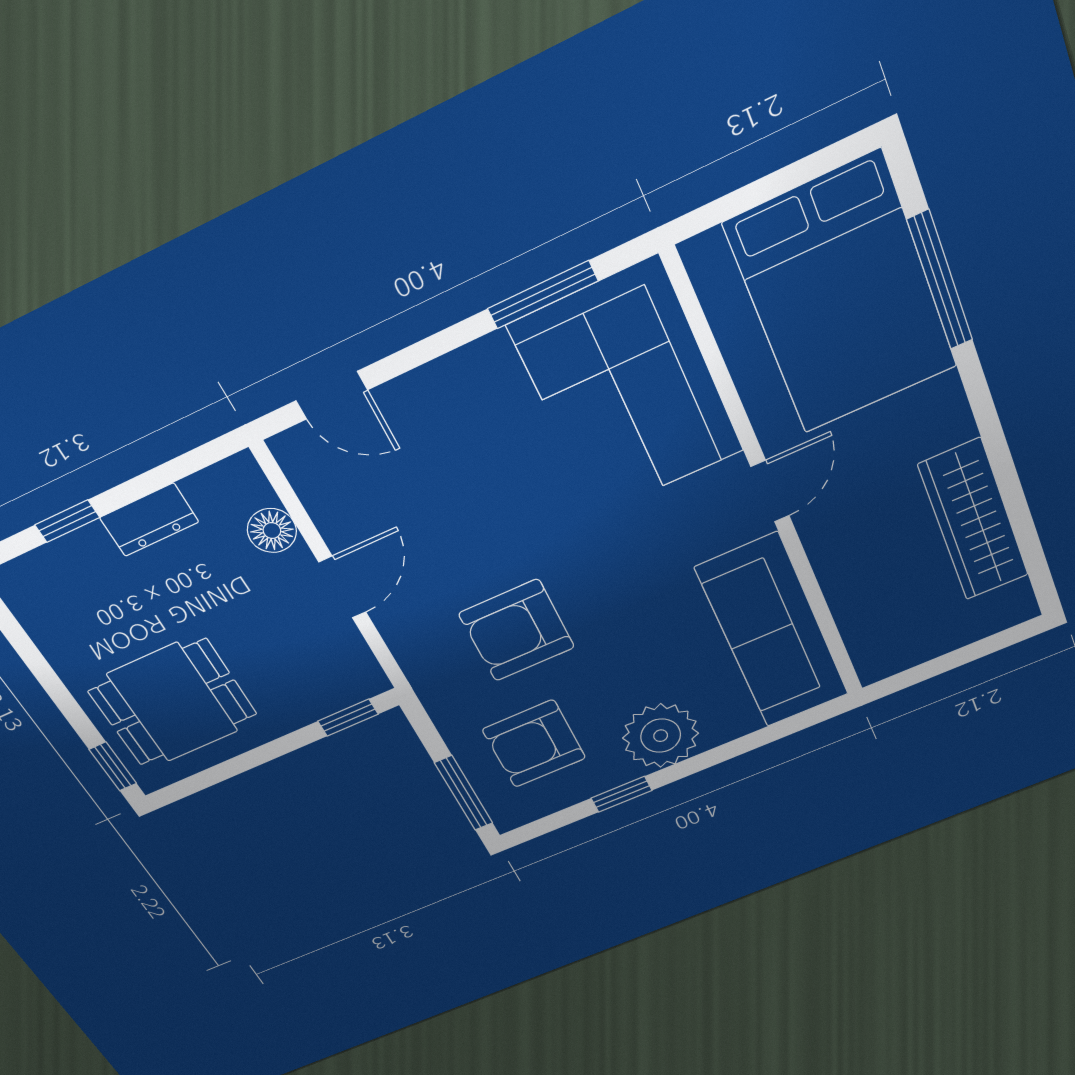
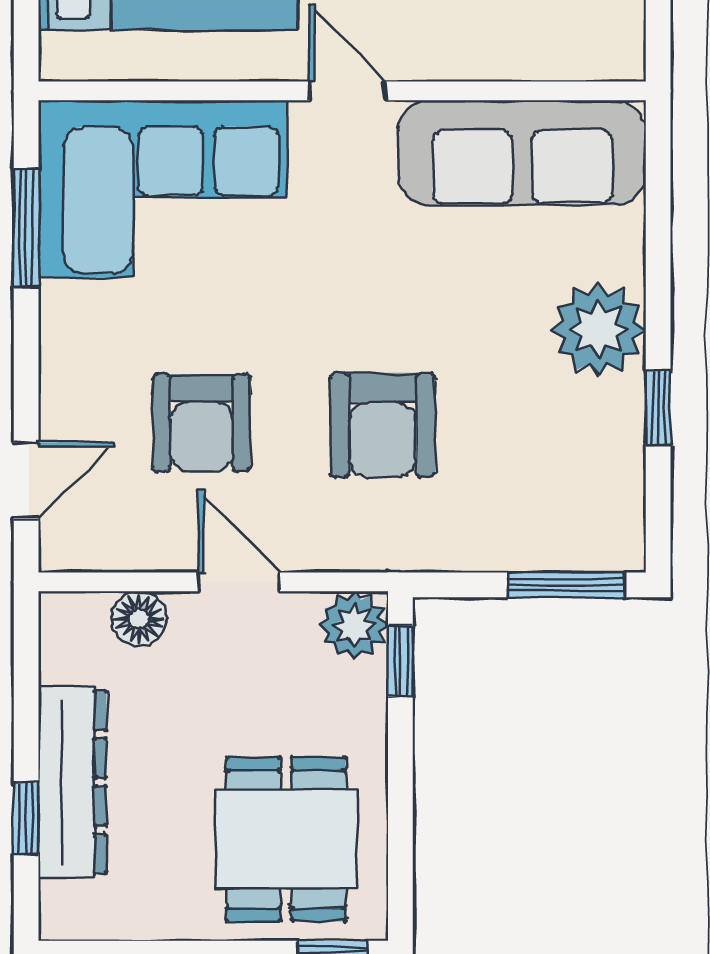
dresser: (149, 520) -> (72, 782), width x1.96, depth x1.24
plant: (356, 677) -> (354, 625), added
armchair: (534, 744) -> (202, 423), moved

